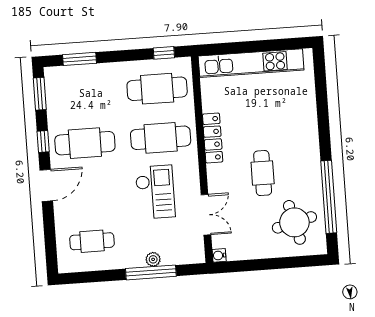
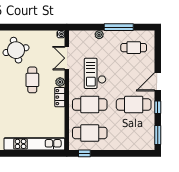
window: (80, 59) -> (133, 153), removed
locker: (213, 138) -> (60, 97), width x0.66
plant: (214, 173) -> (60, 82), added
window: (151, 272) -> (119, 27), moved

